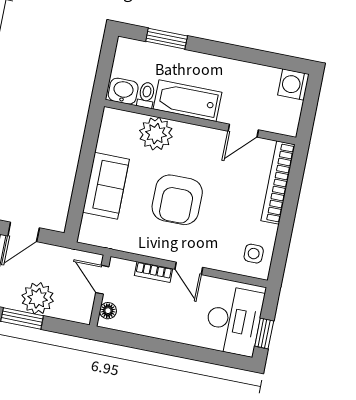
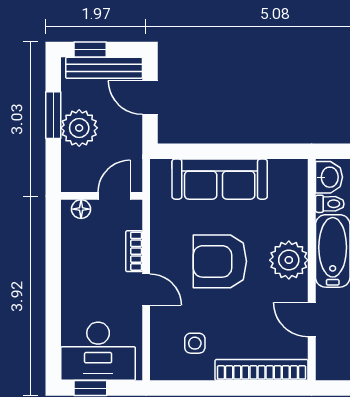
plant: (156, 134) -> (289, 260), moved
sofa: (106, 186) -> (220, 179), width x1.36
side table: (254, 254) -> (195, 343), moved
door: (189, 268) -> (146, 290), swing flipped

